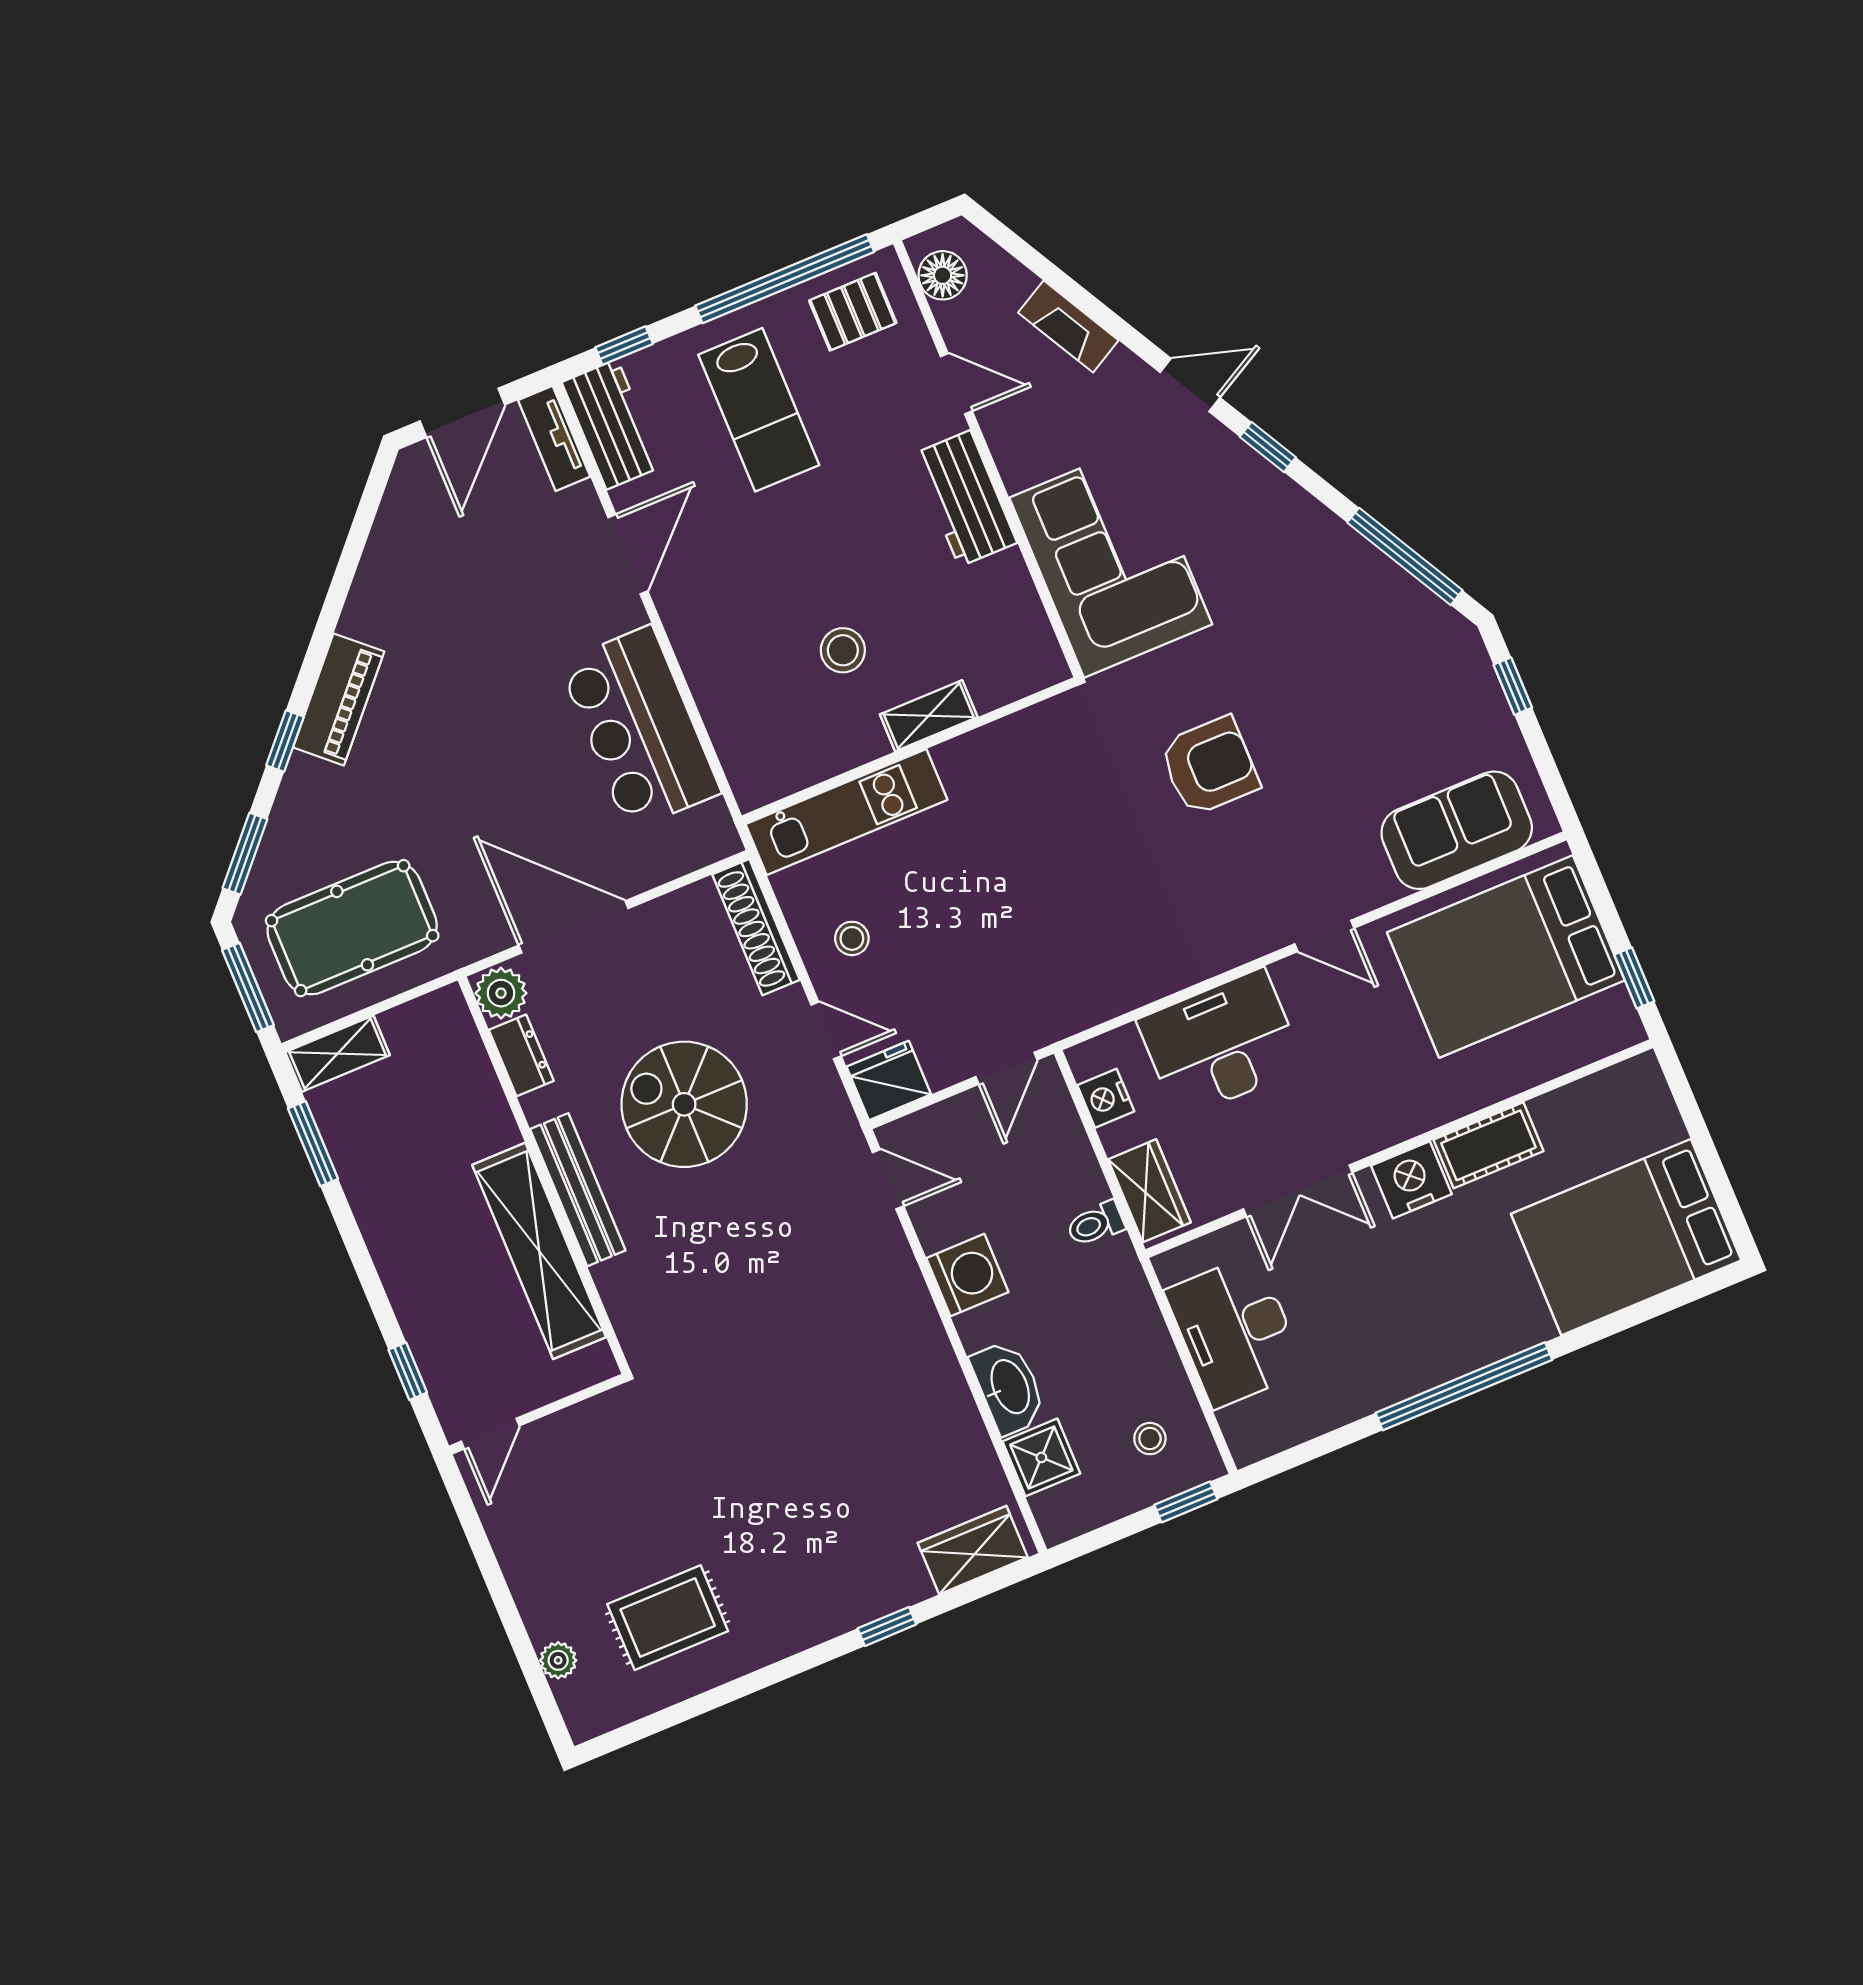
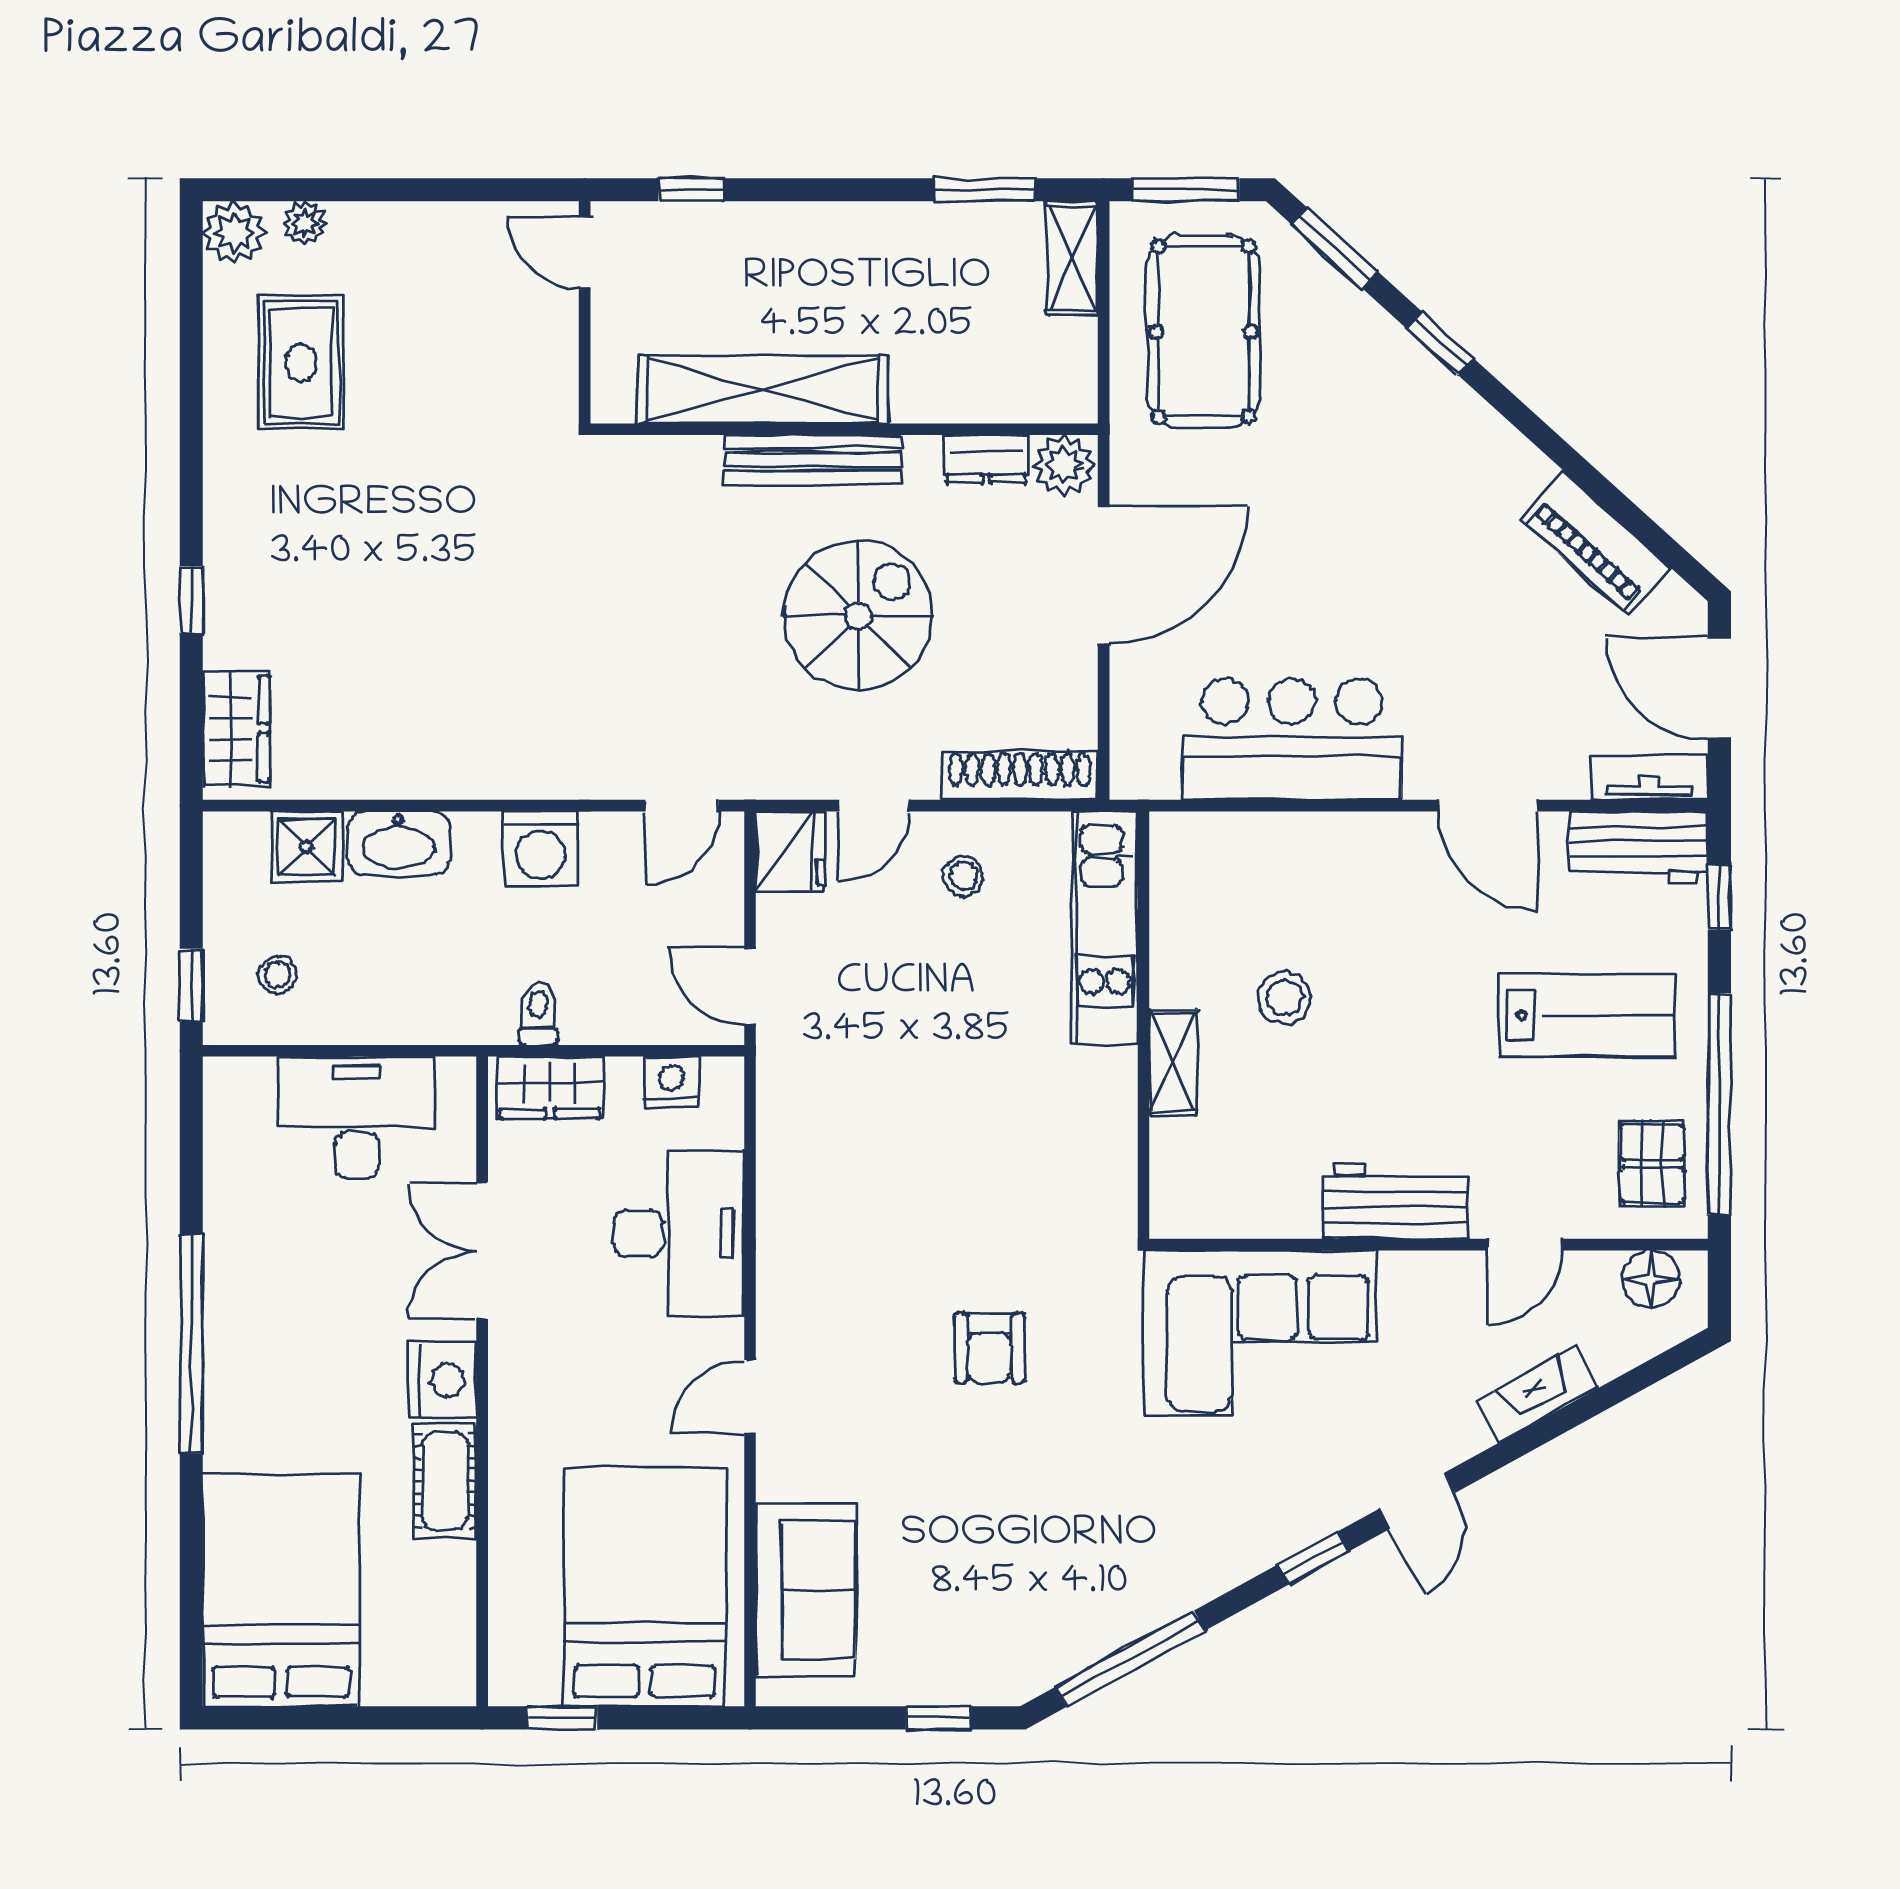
lab bench: (759, 410) -> (1587, 1015), turned 180
piano: (339, 699) -> (1596, 543), moved
armchair: (1209, 766) -> (989, 1348), width x0.72, depth x0.72
plant: (588, 1712) -> (234, 233), added

